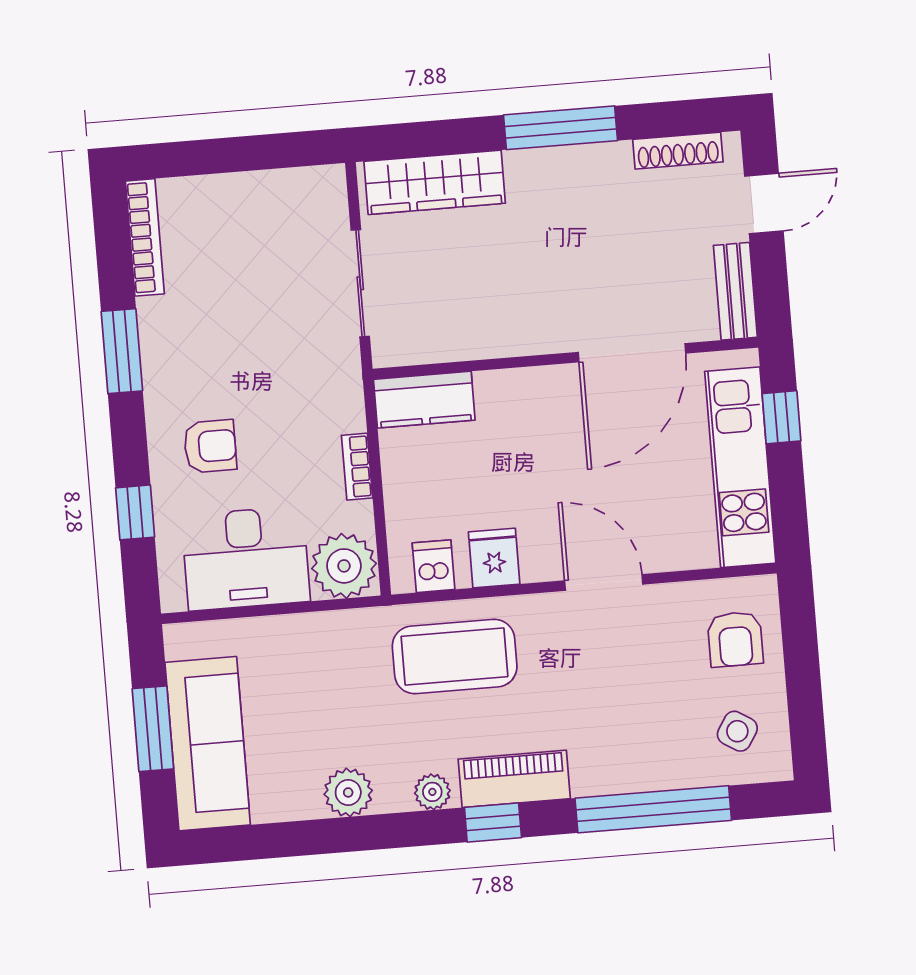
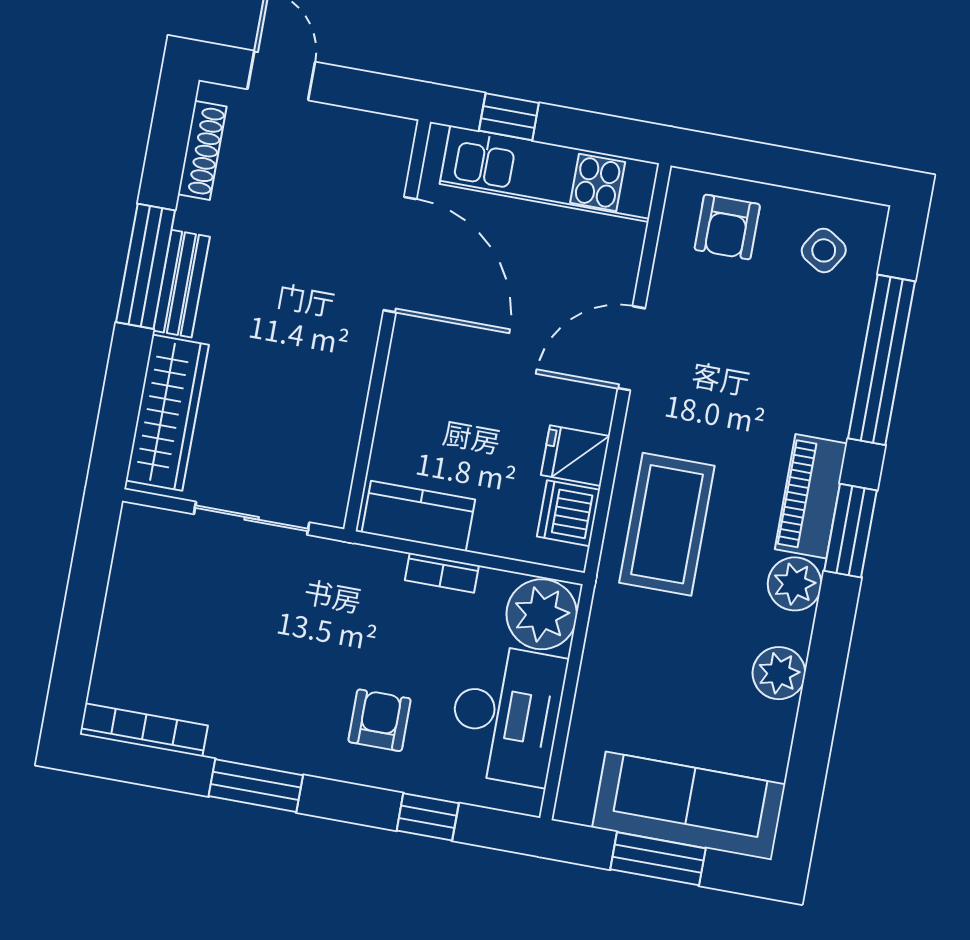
bench: (735, 291) -> (181, 284), moved, turned 90
kitchen counter: (424, 400) -> (418, 516), moved, turned -90
dishwasher: (434, 566) -> (568, 513), width x1.38
armchair: (735, 639) -> (727, 227), turned 90
plant: (432, 792) -> (795, 584), width x1.38, depth x1.38
window: (493, 822) -> (851, 531), width x1.50

